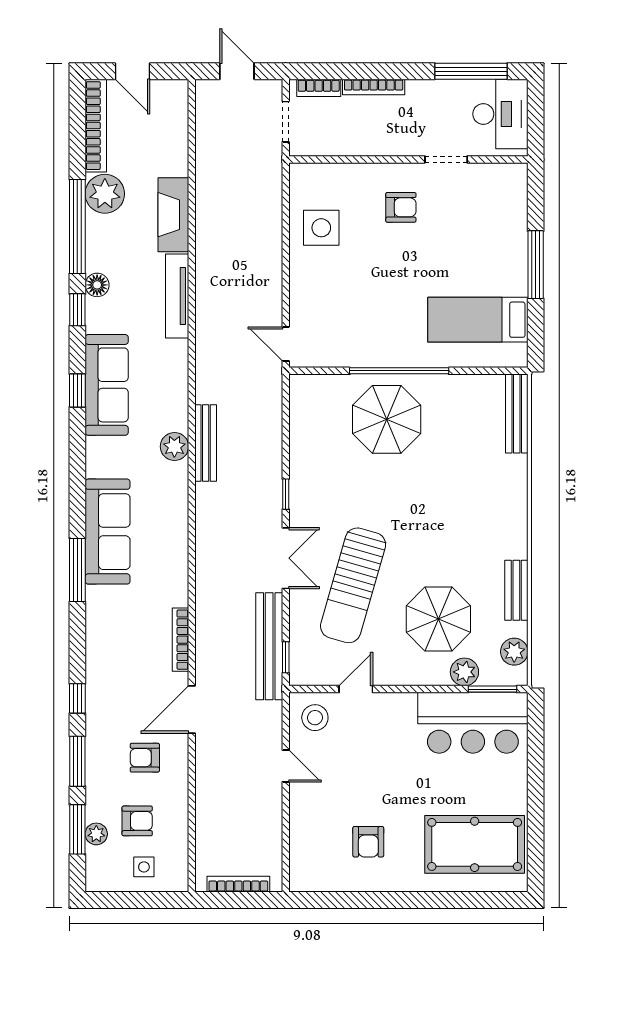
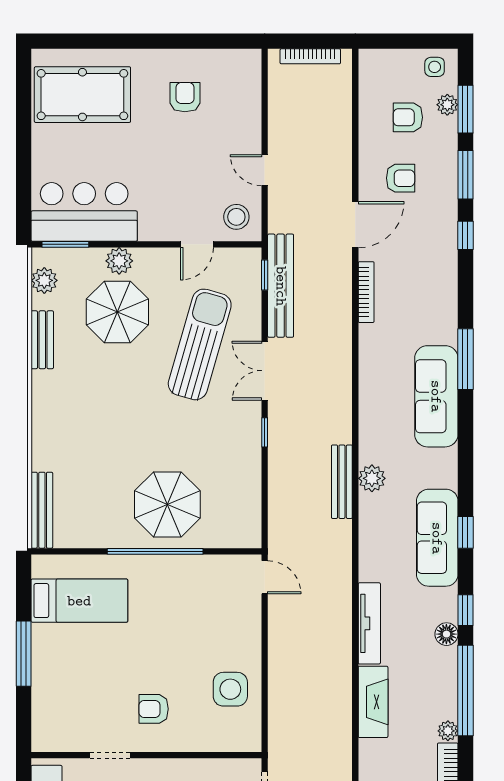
plant: (105, 194) -> (448, 731), width x0.53, depth x0.53
plant: (464, 672) -> (119, 261), moved
side table: (144, 867) -> (435, 67), moved

